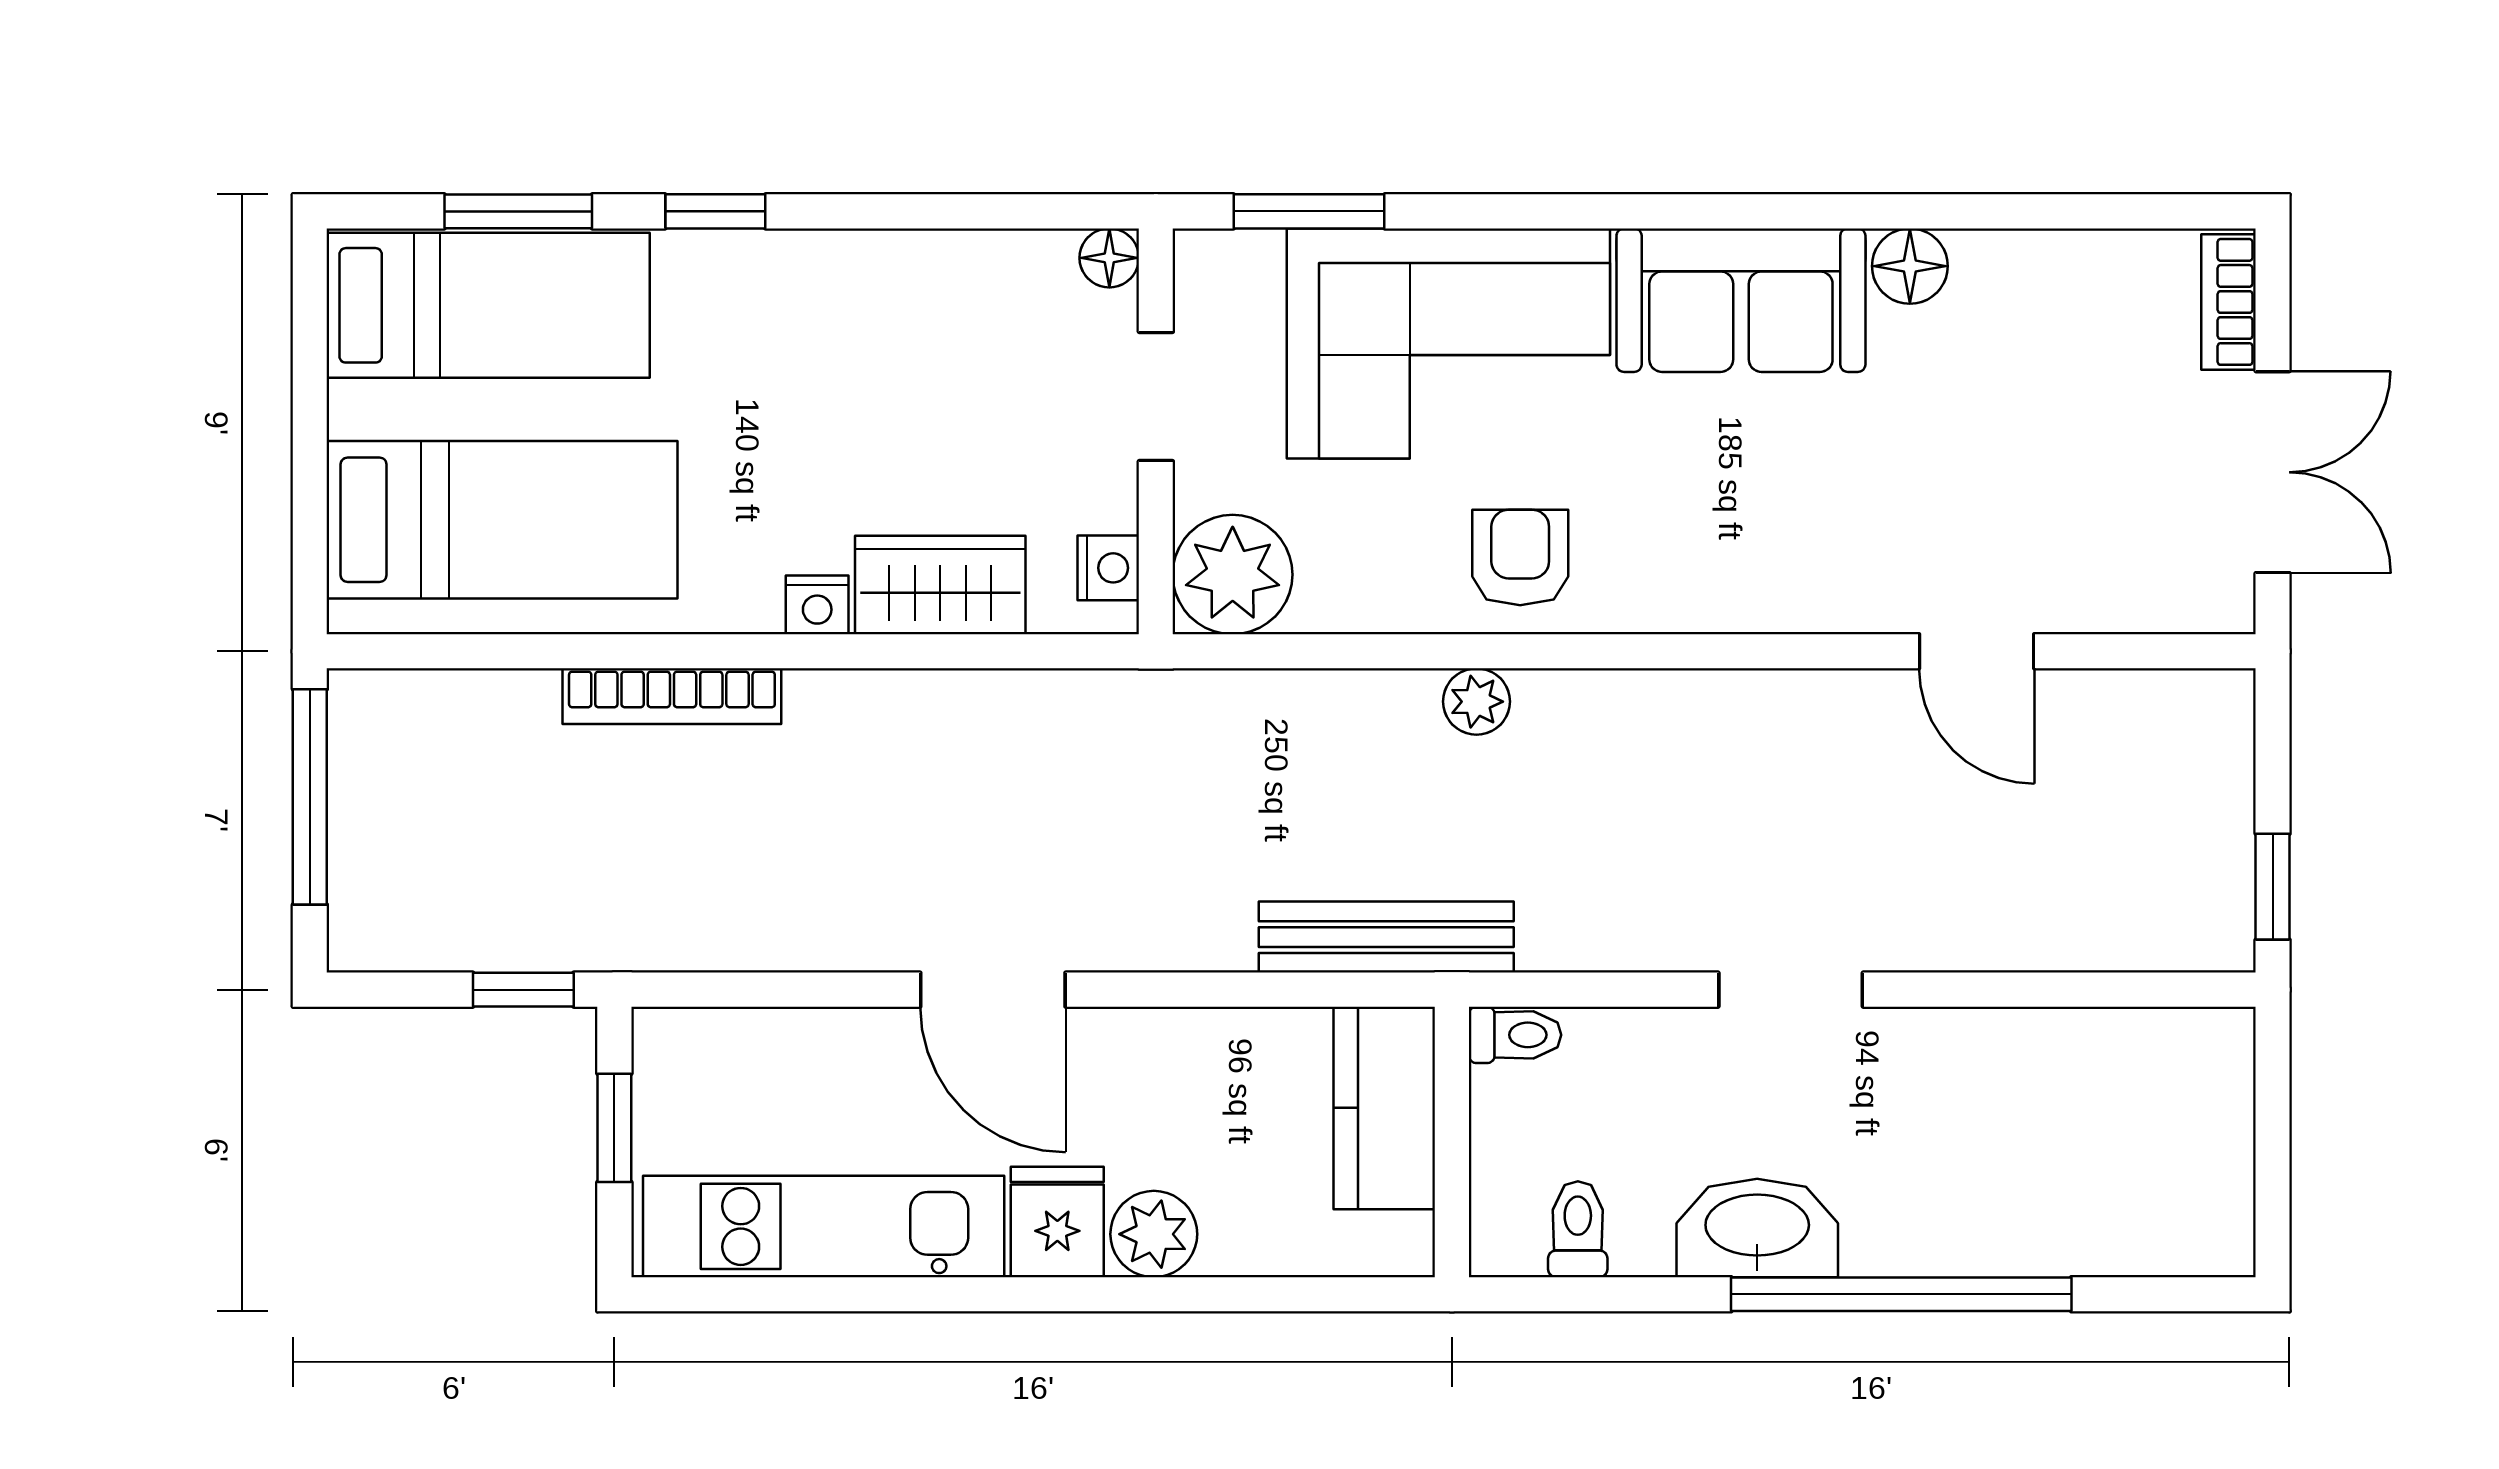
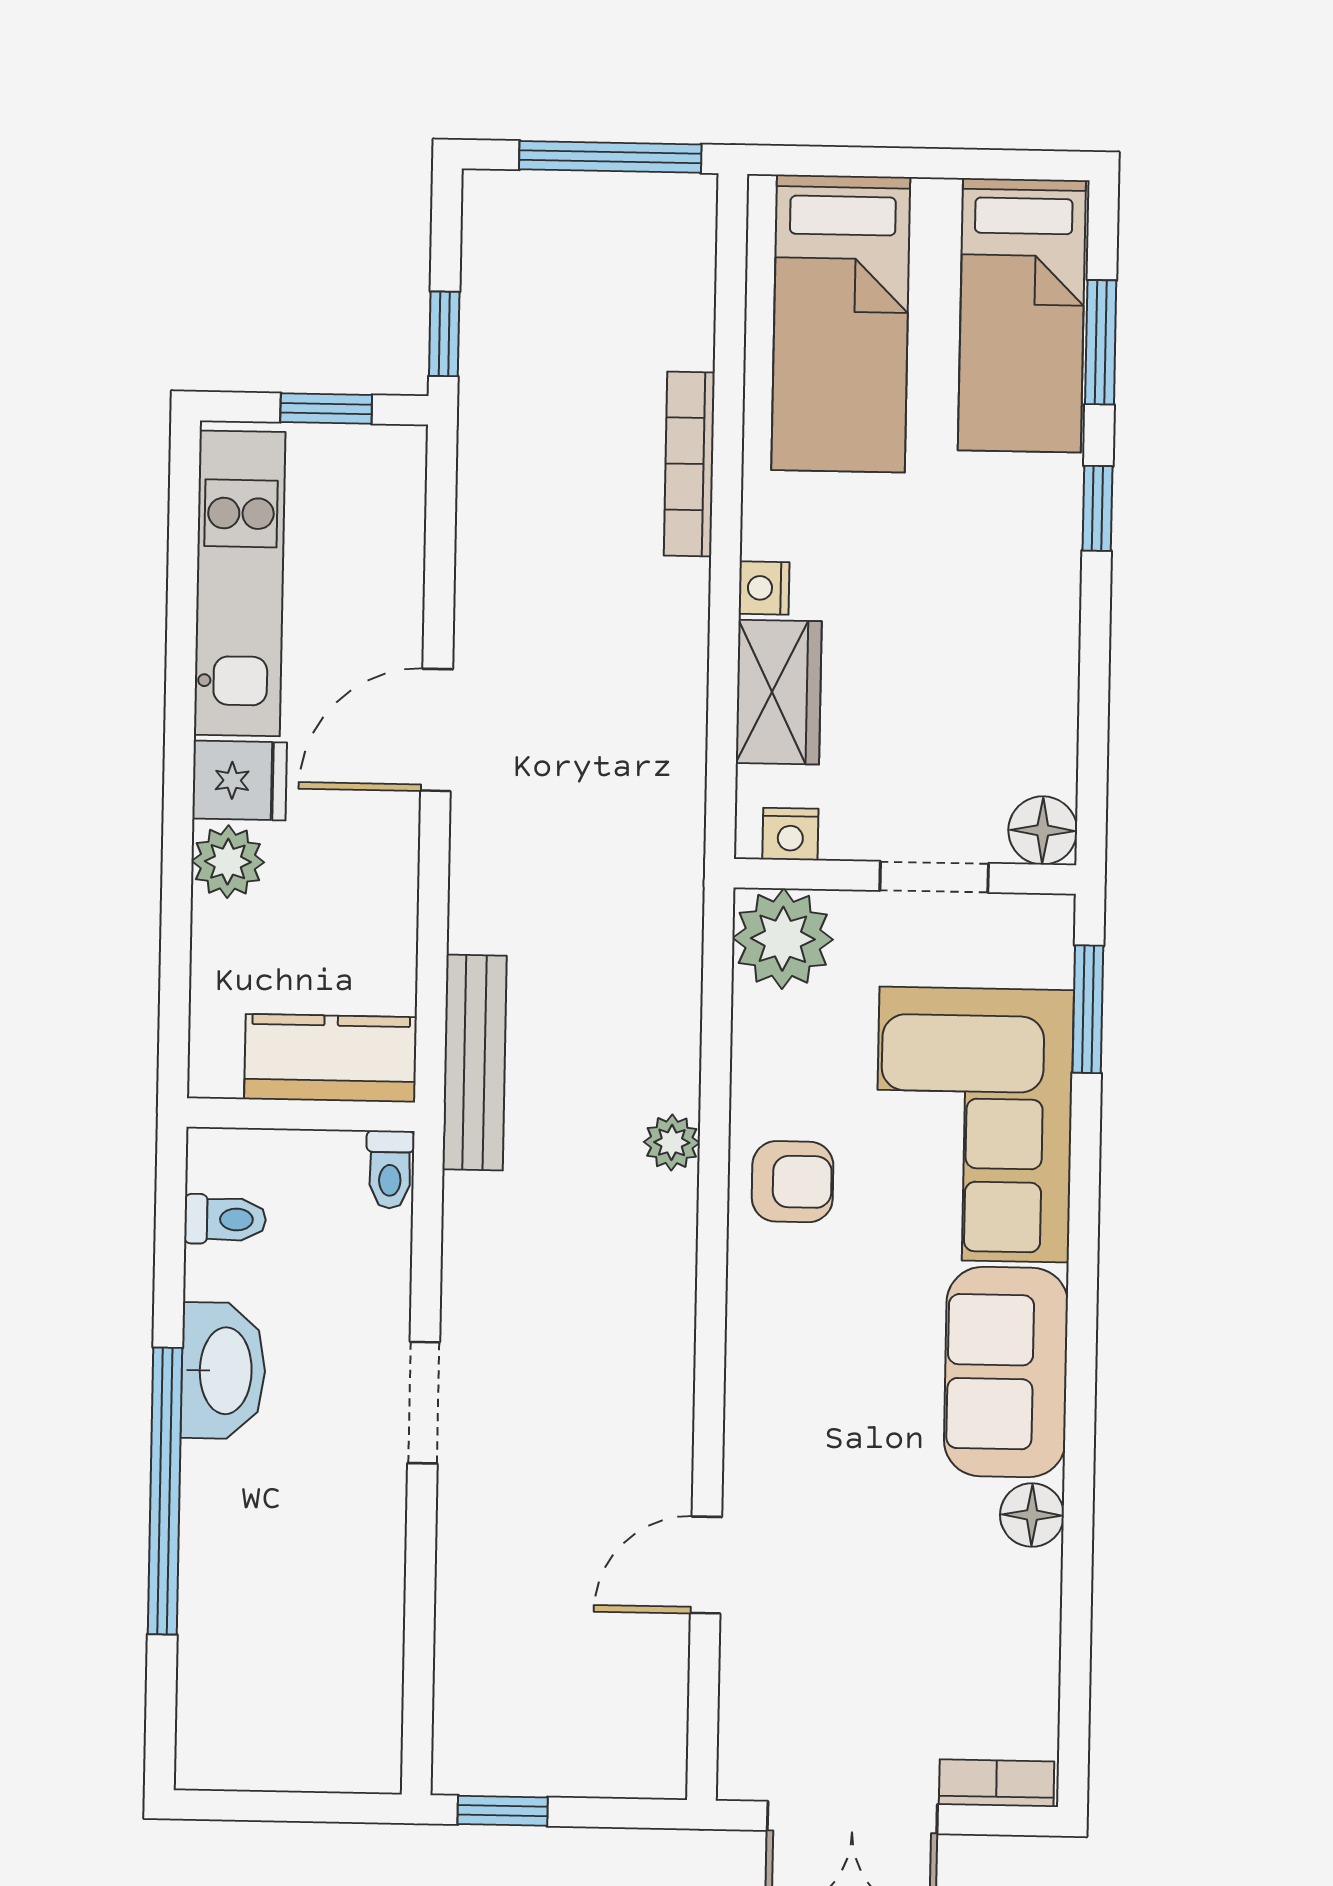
floor lamp: (1109, 258) -> (1043, 830), width x1.37, depth x1.37

